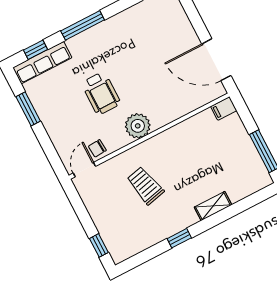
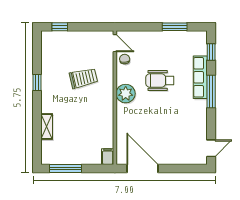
door: (216, 60) -> (142, 168), hinge flipped
row of seats: (42, 63) -> (200, 77), moved
shelving: (213, 206) -> (47, 127), moved

